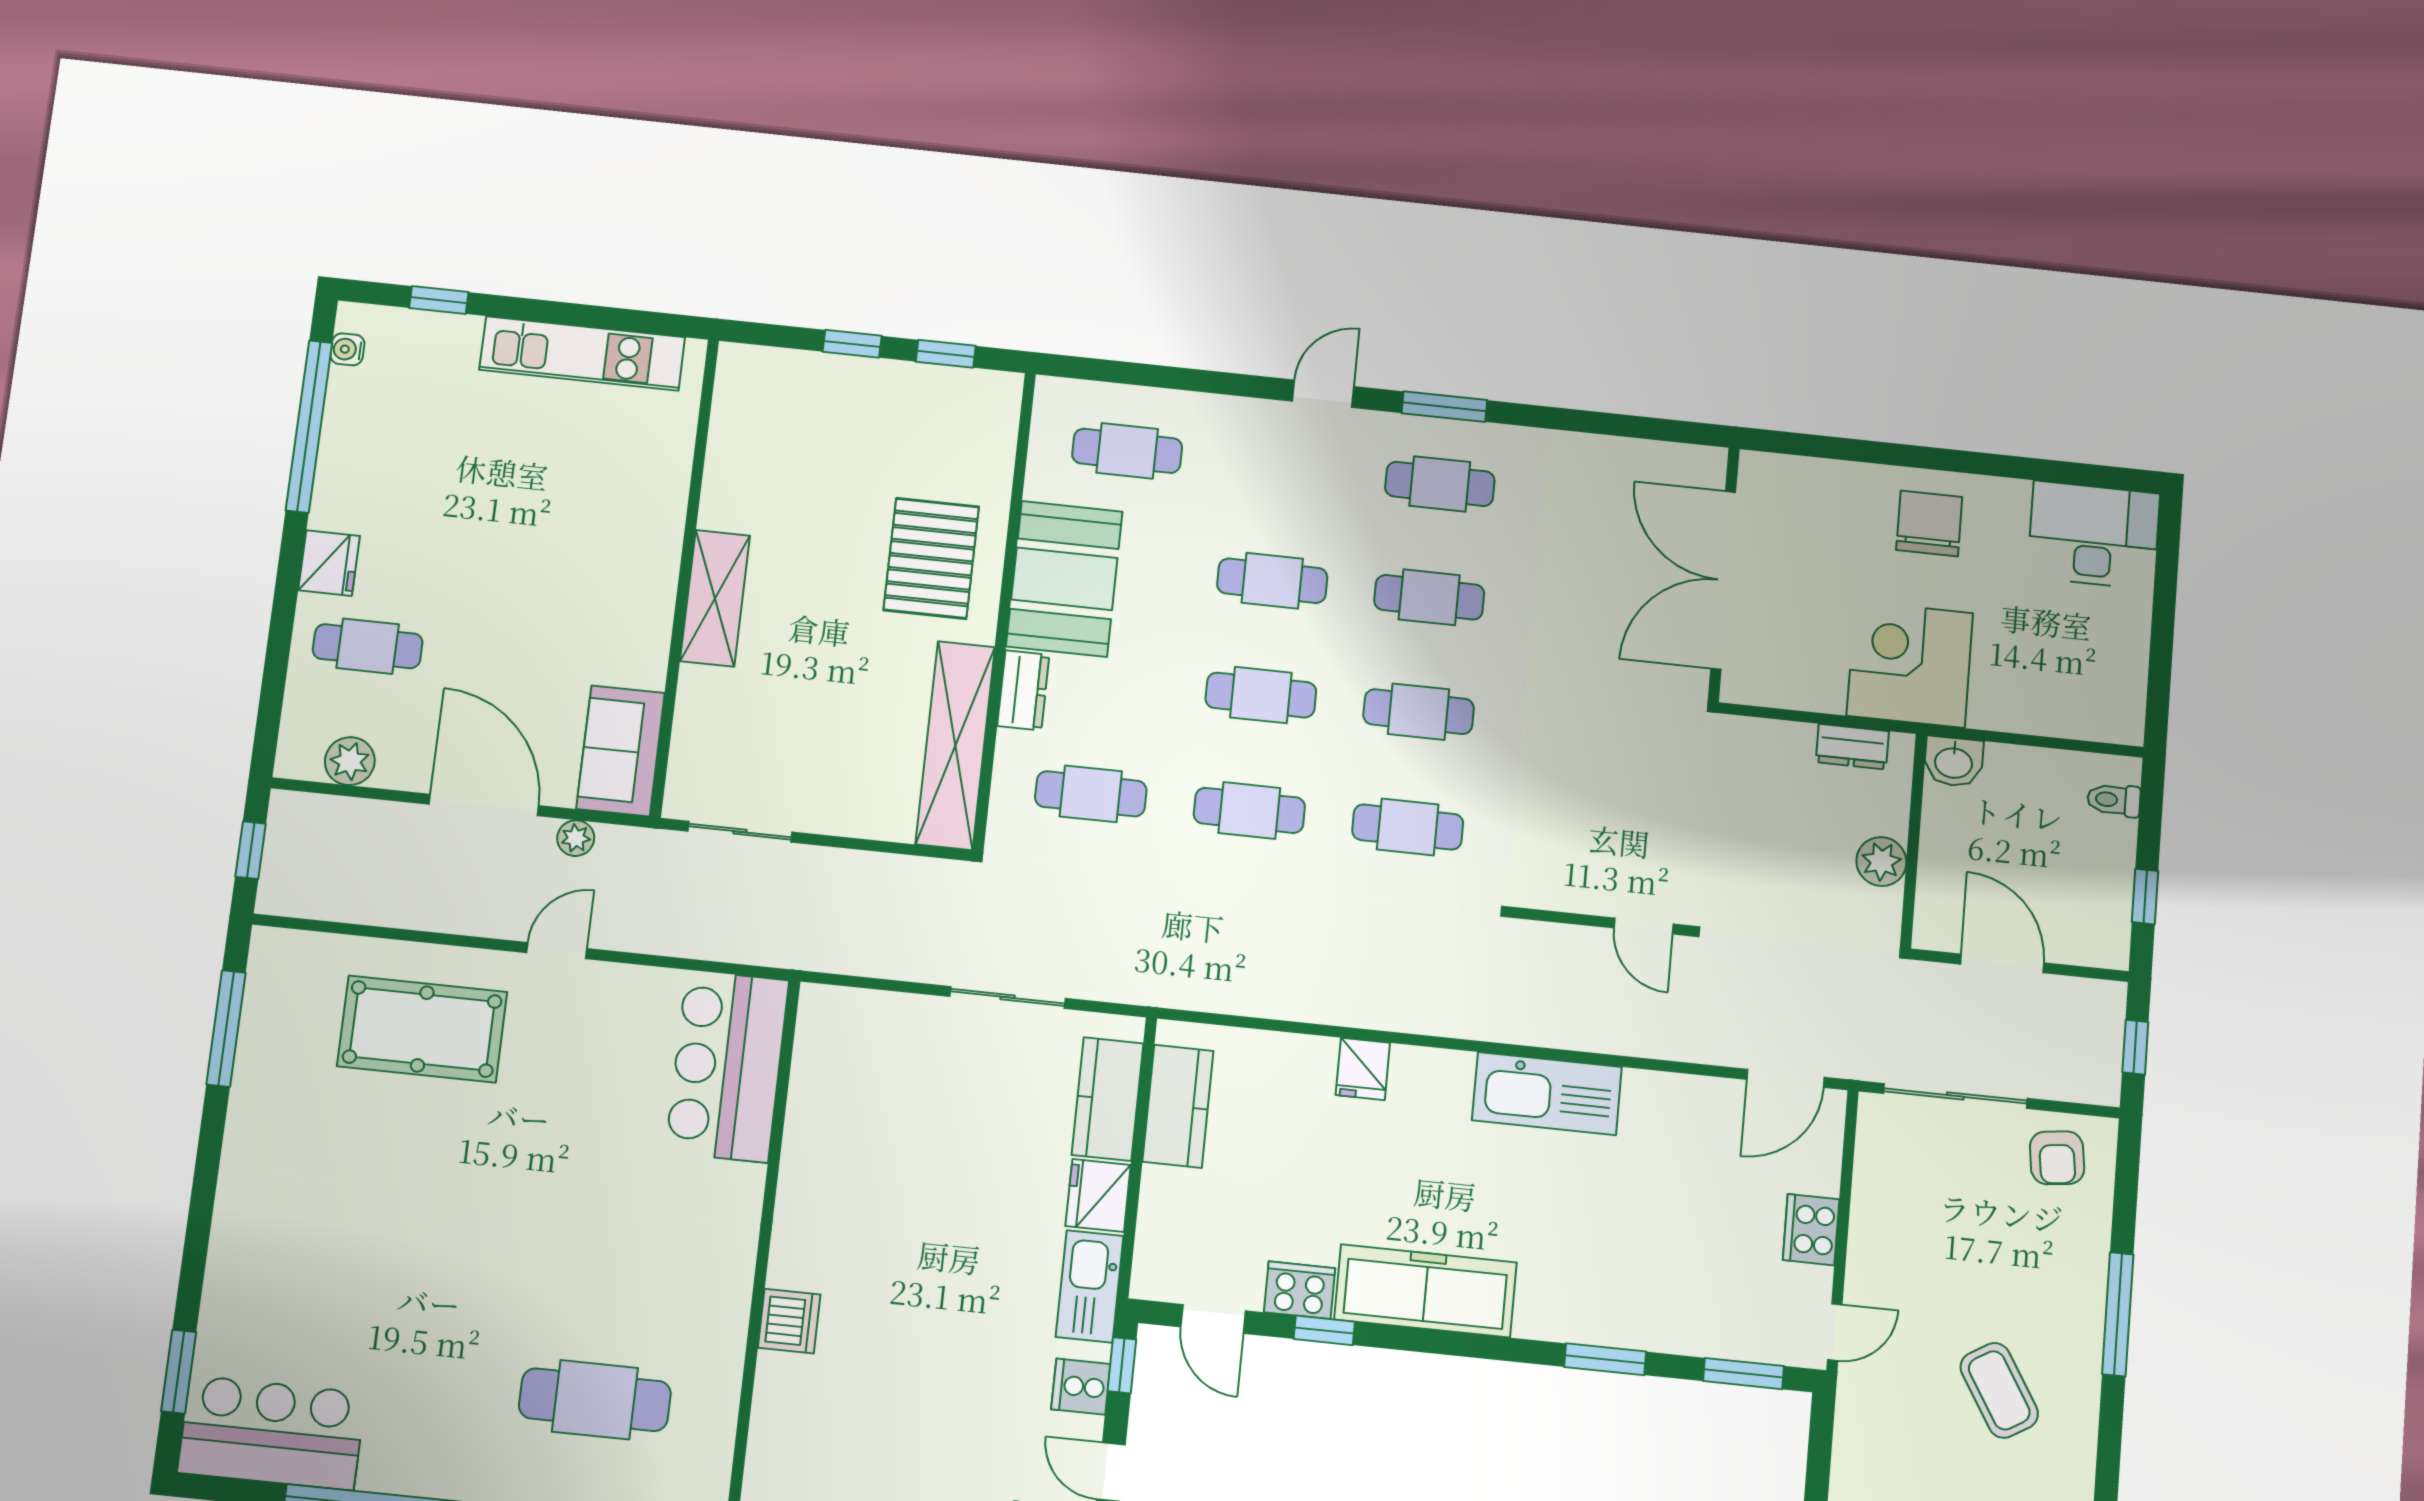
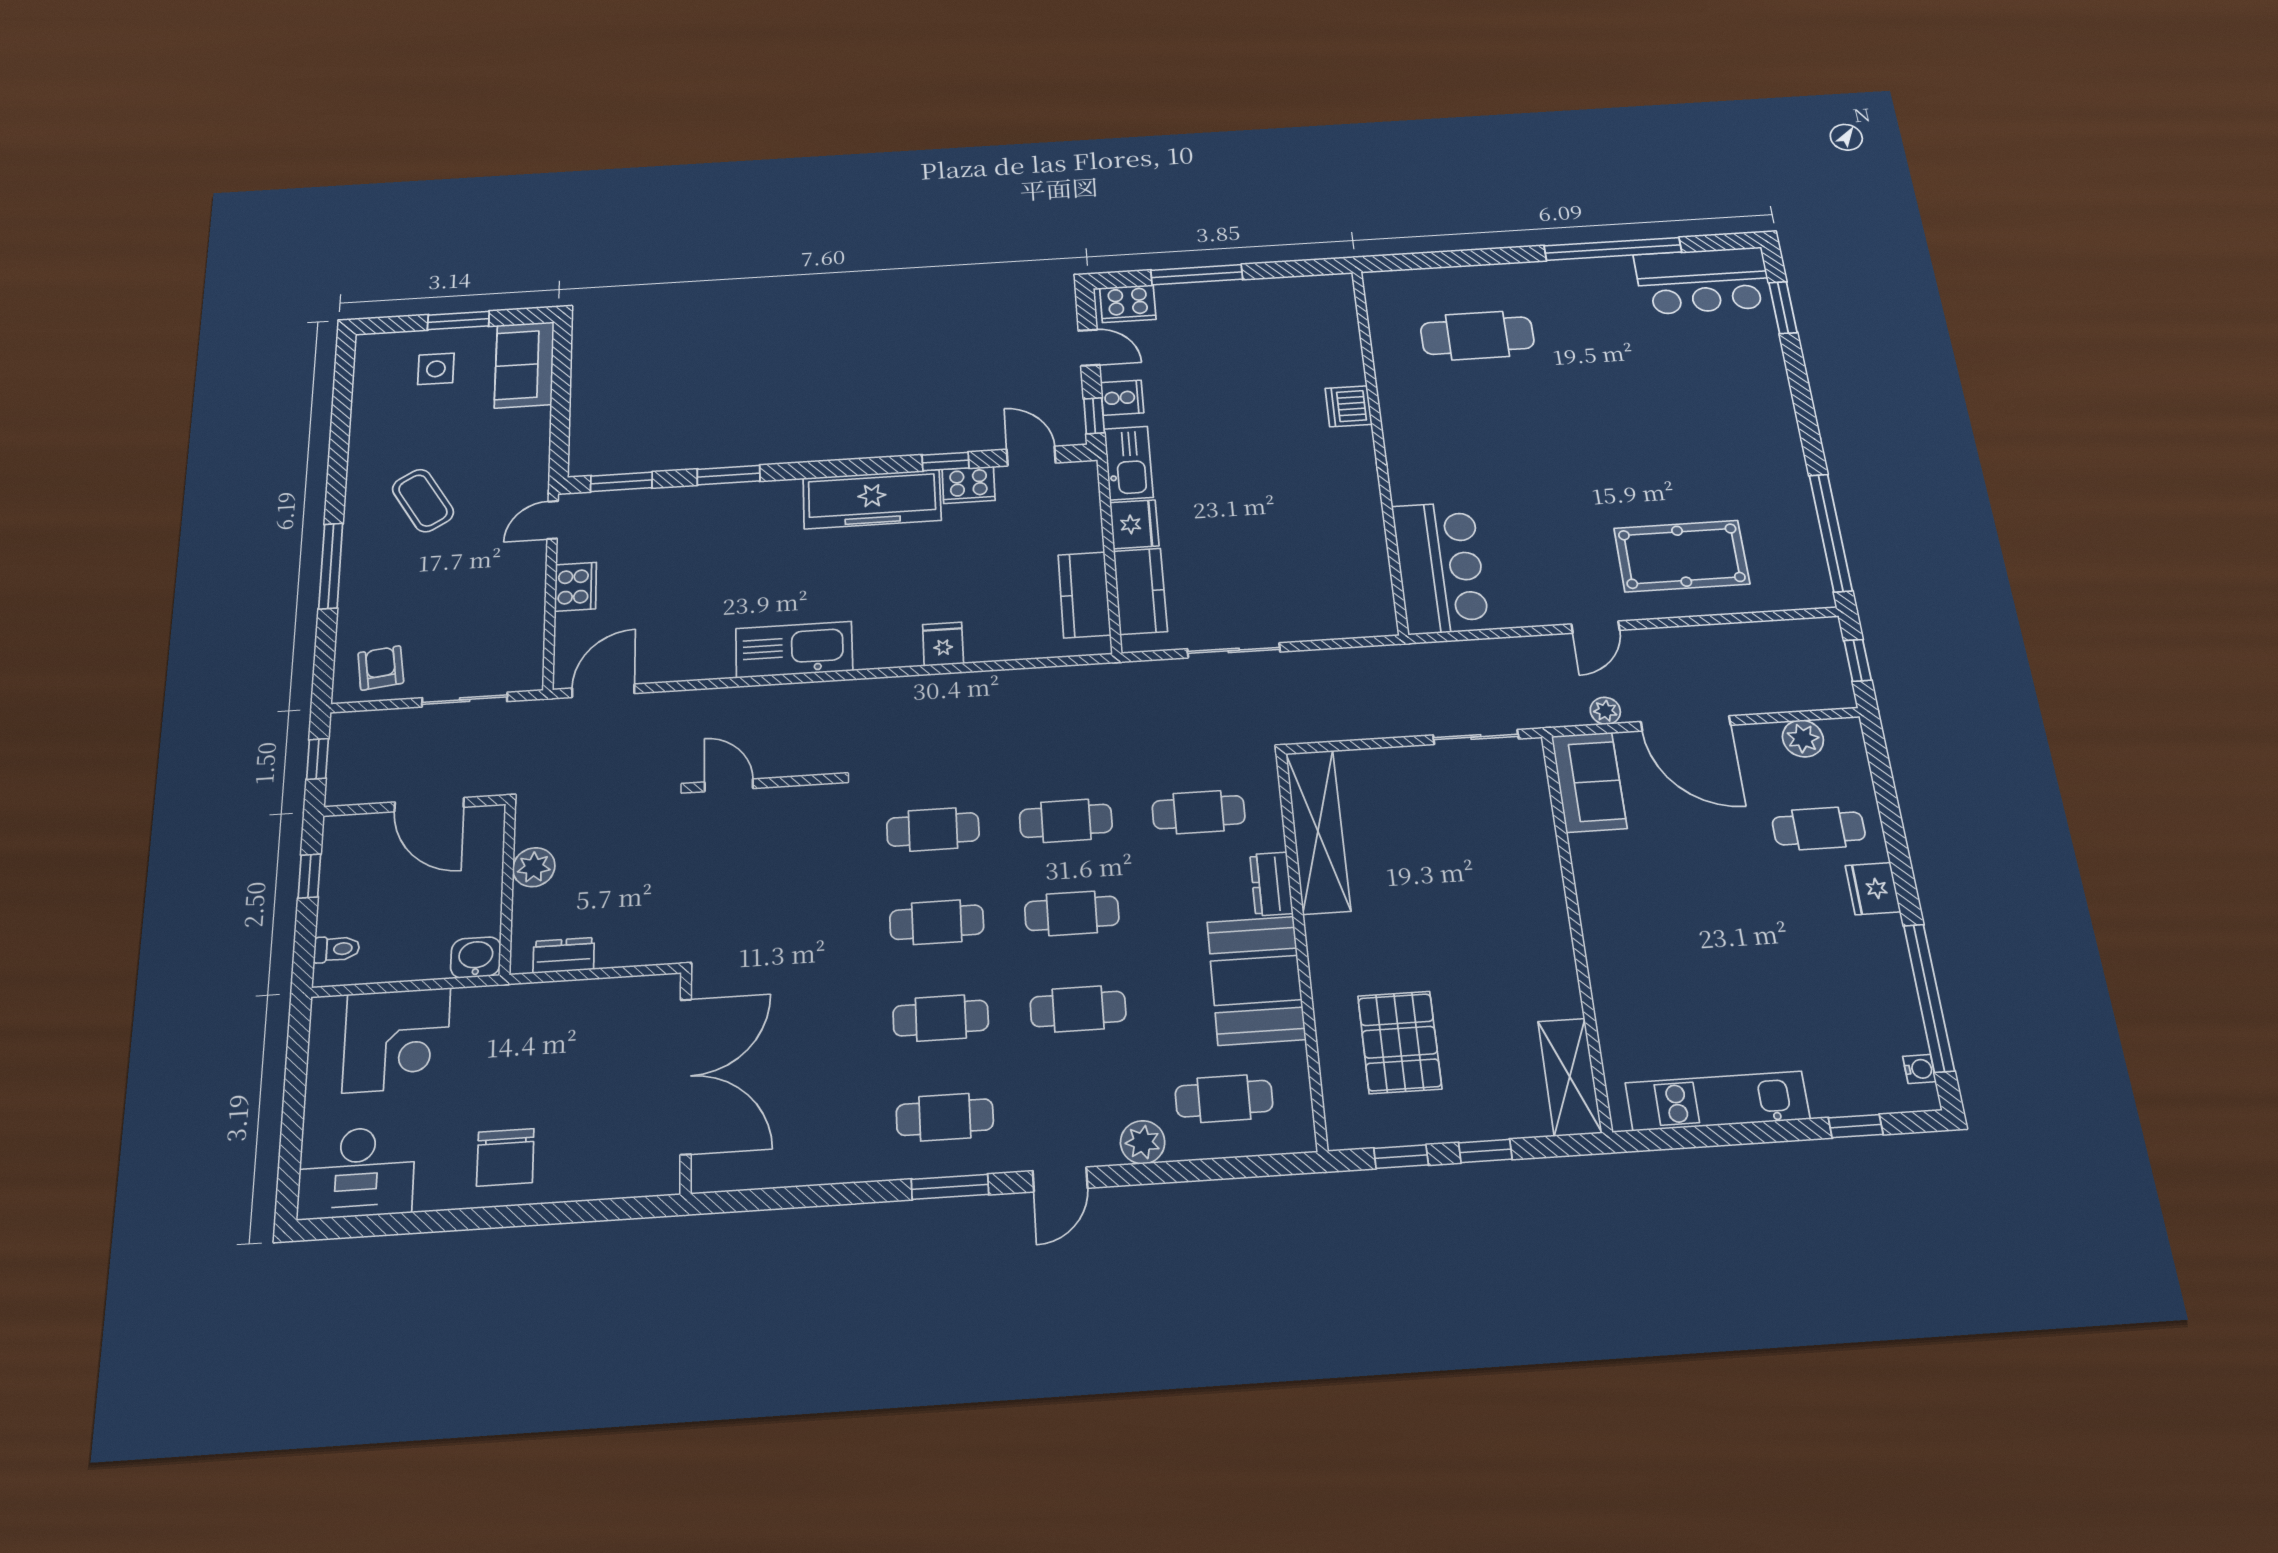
plant: (1226, 418) -> (1143, 1142), added
pallet: (931, 558) -> (1400, 1042), moved
shelving: (715, 598) -> (1570, 1077), moved
corner desk: (1910, 664) -> (396, 1040), moved
window: (226, 1029) -> (1831, 533), width x1.46
sliding door: (1955, 1096) -> (465, 700), width x0.73

